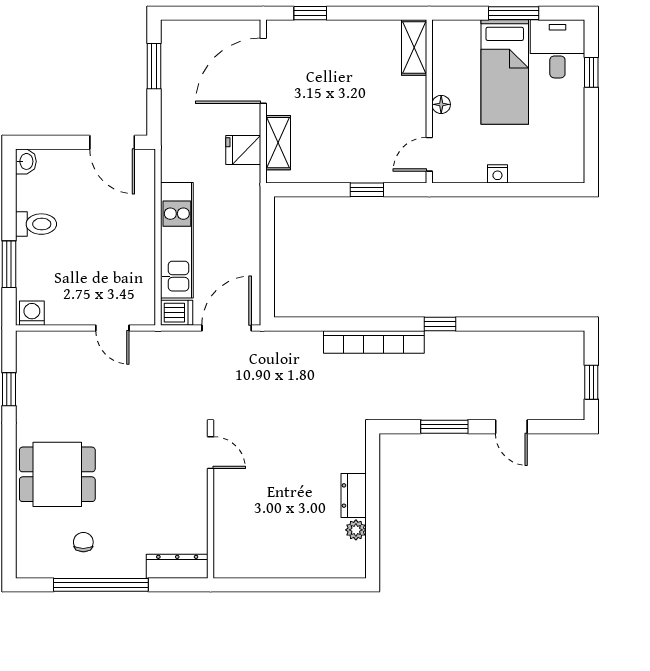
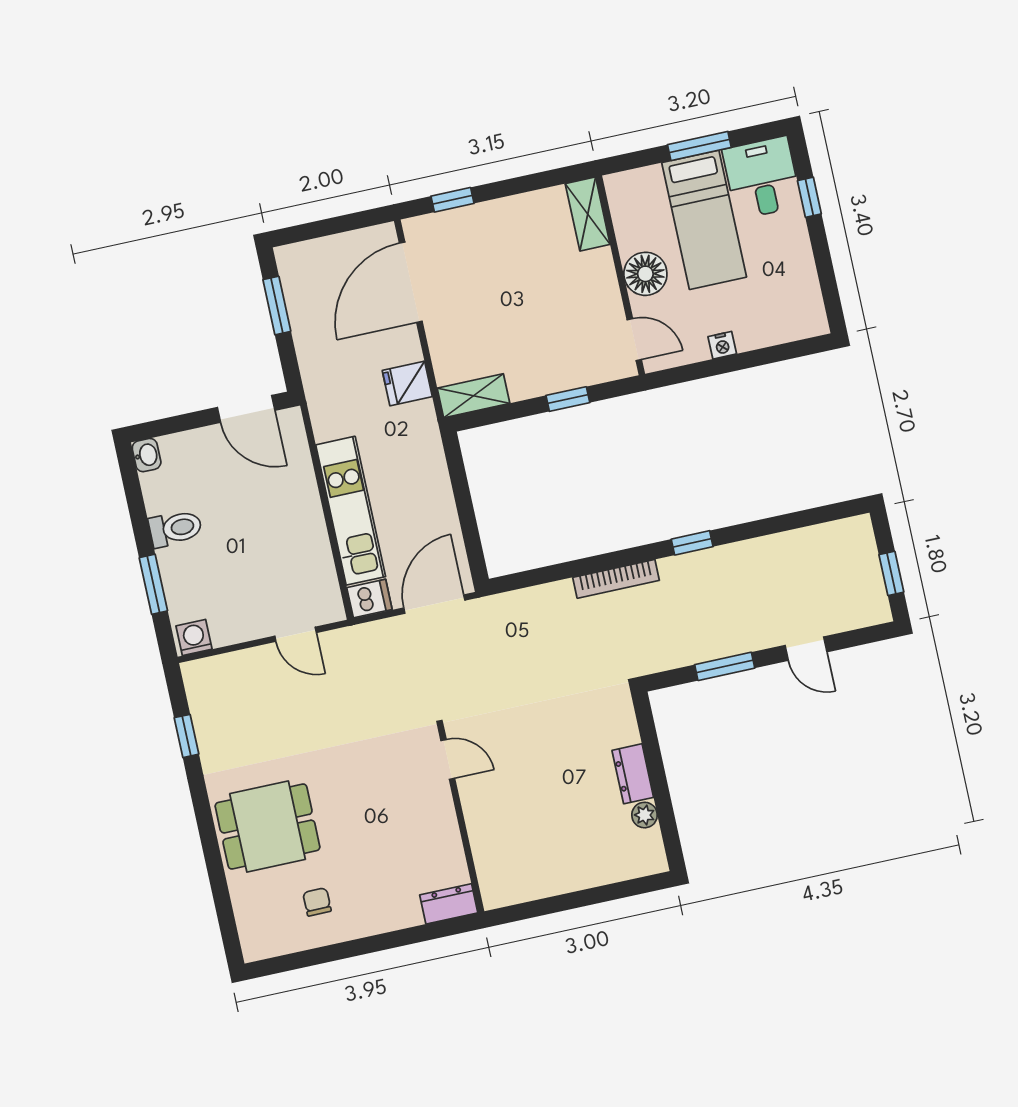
floor lamp: (441, 104) -> (645, 274), width x1.89, depth x1.89
shelving: (278, 143) -> (473, 396), moved, turned 90
door: (429, 154) -> (634, 340), swing flipped
bookcase: (374, 342) -> (616, 579), width x0.68, depth x0.76
dresser: (177, 566) -> (449, 904), width x0.70
window: (101, 585) -> (350, 949), removed

